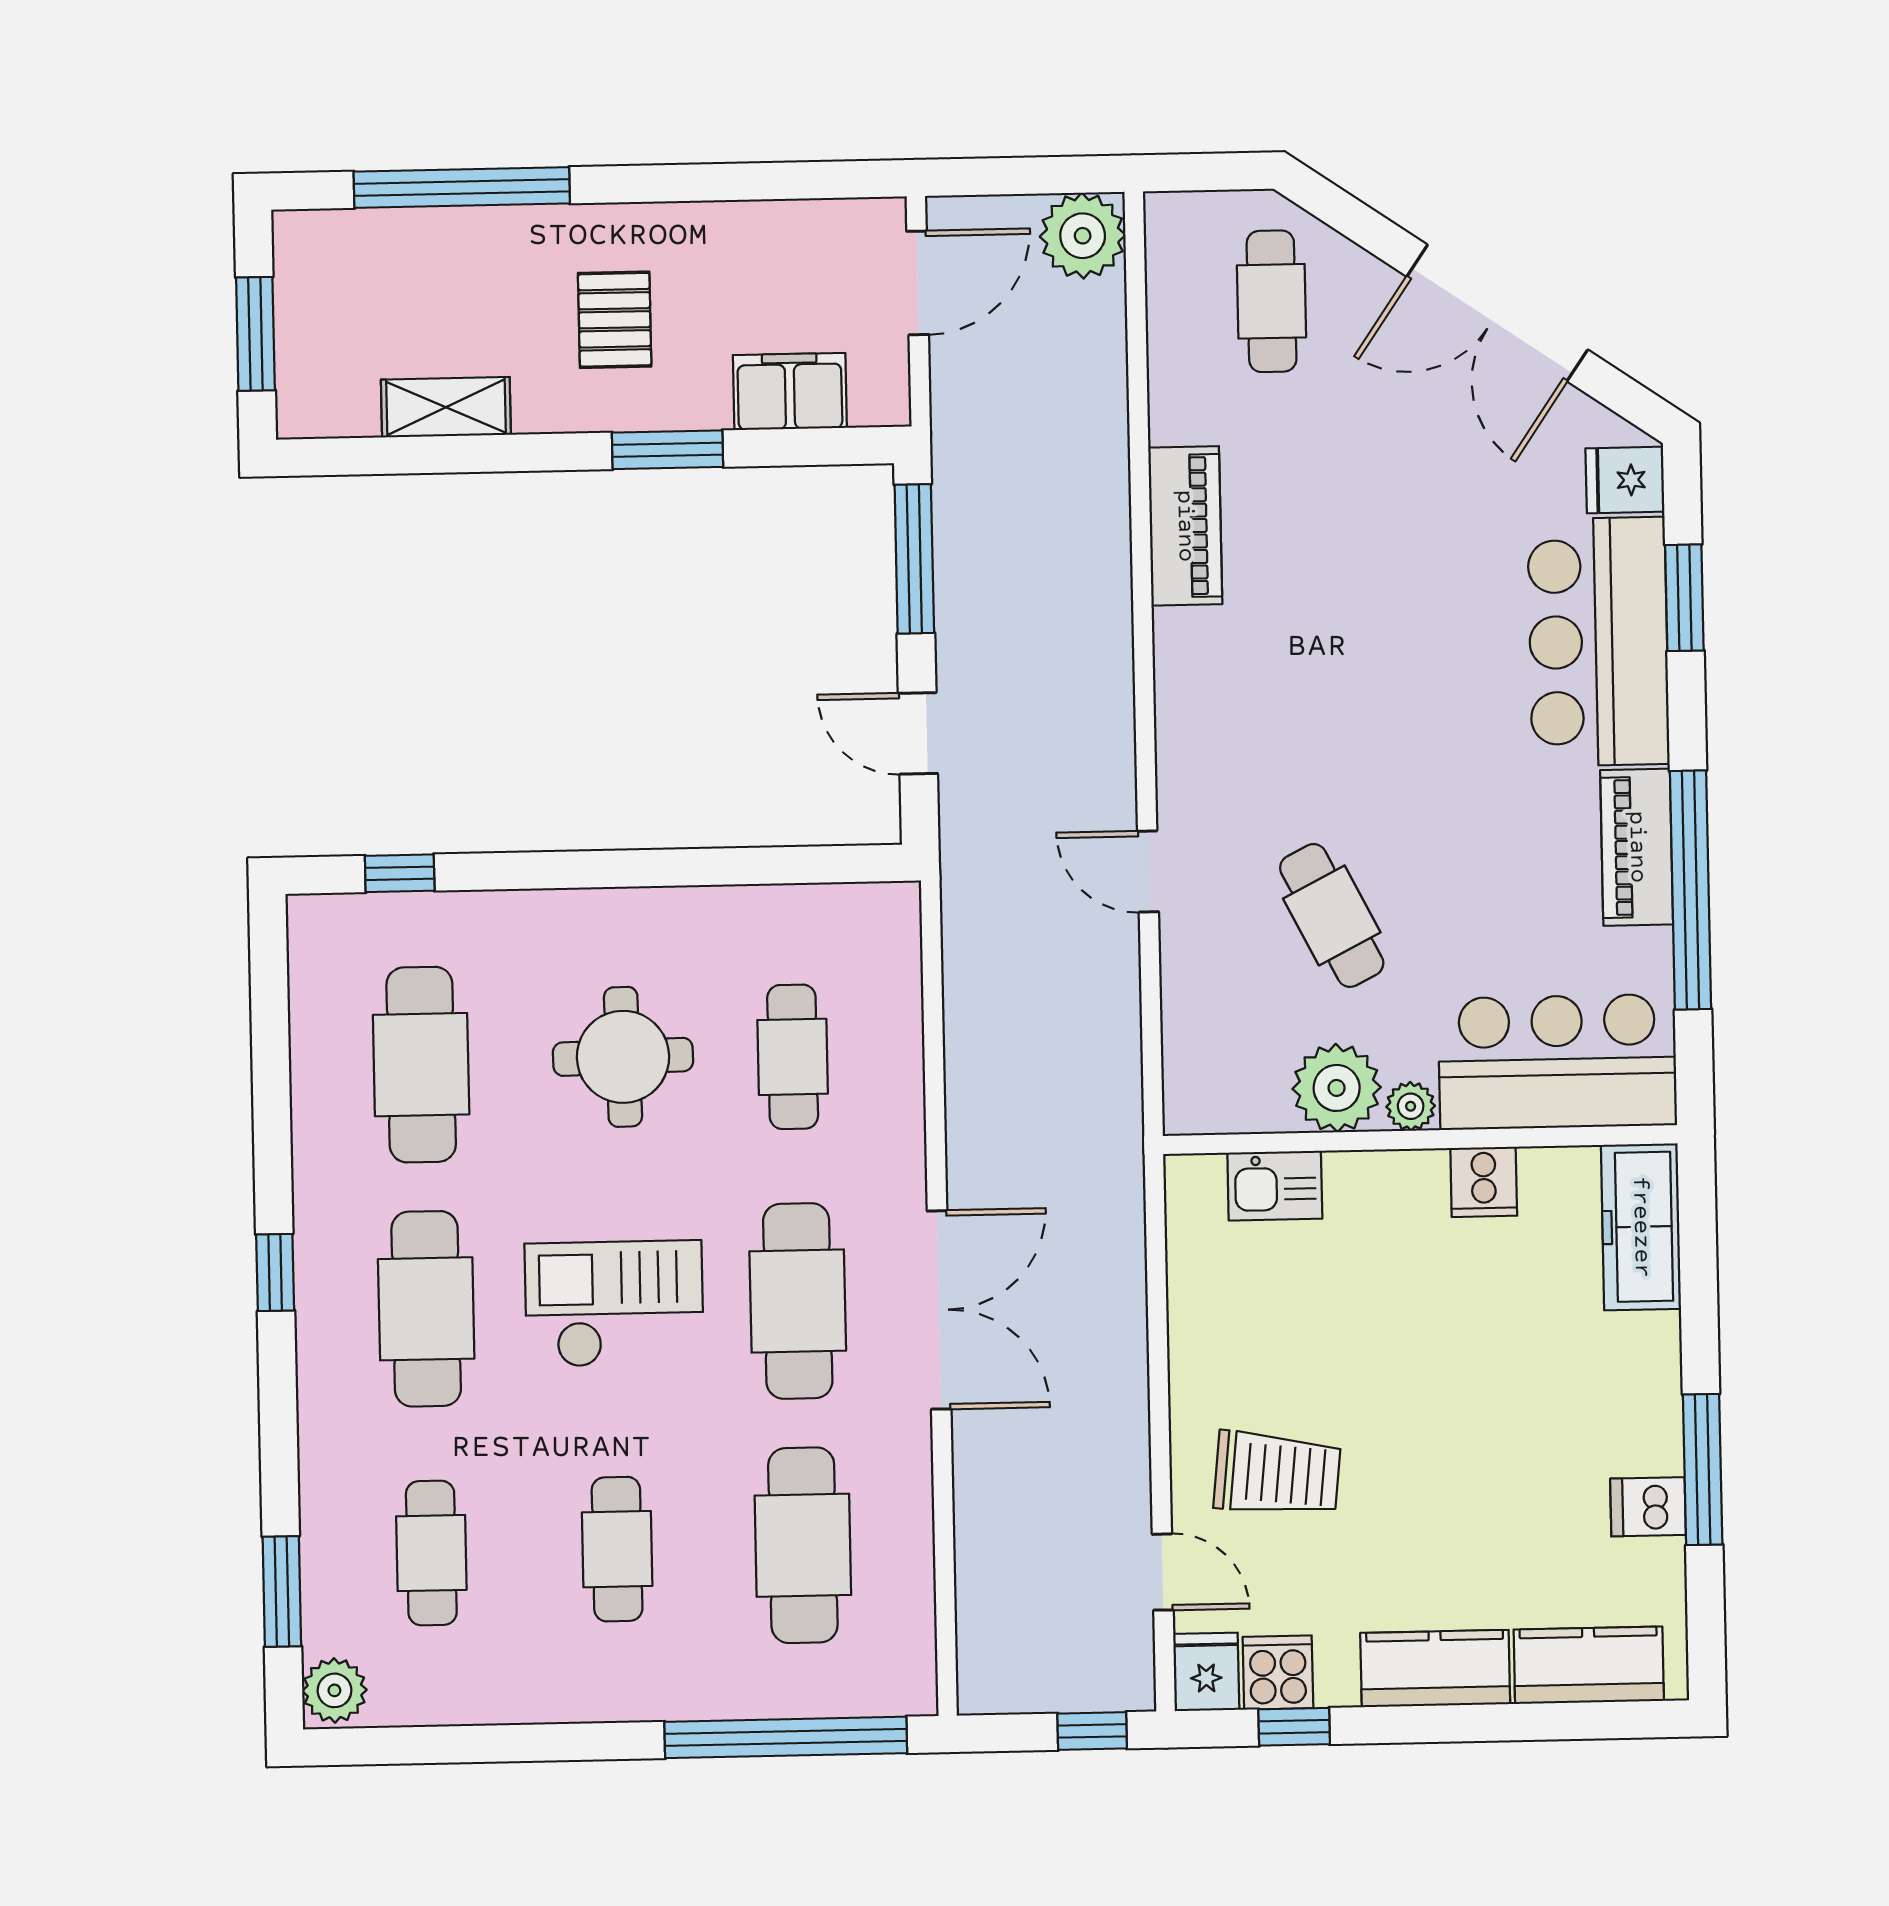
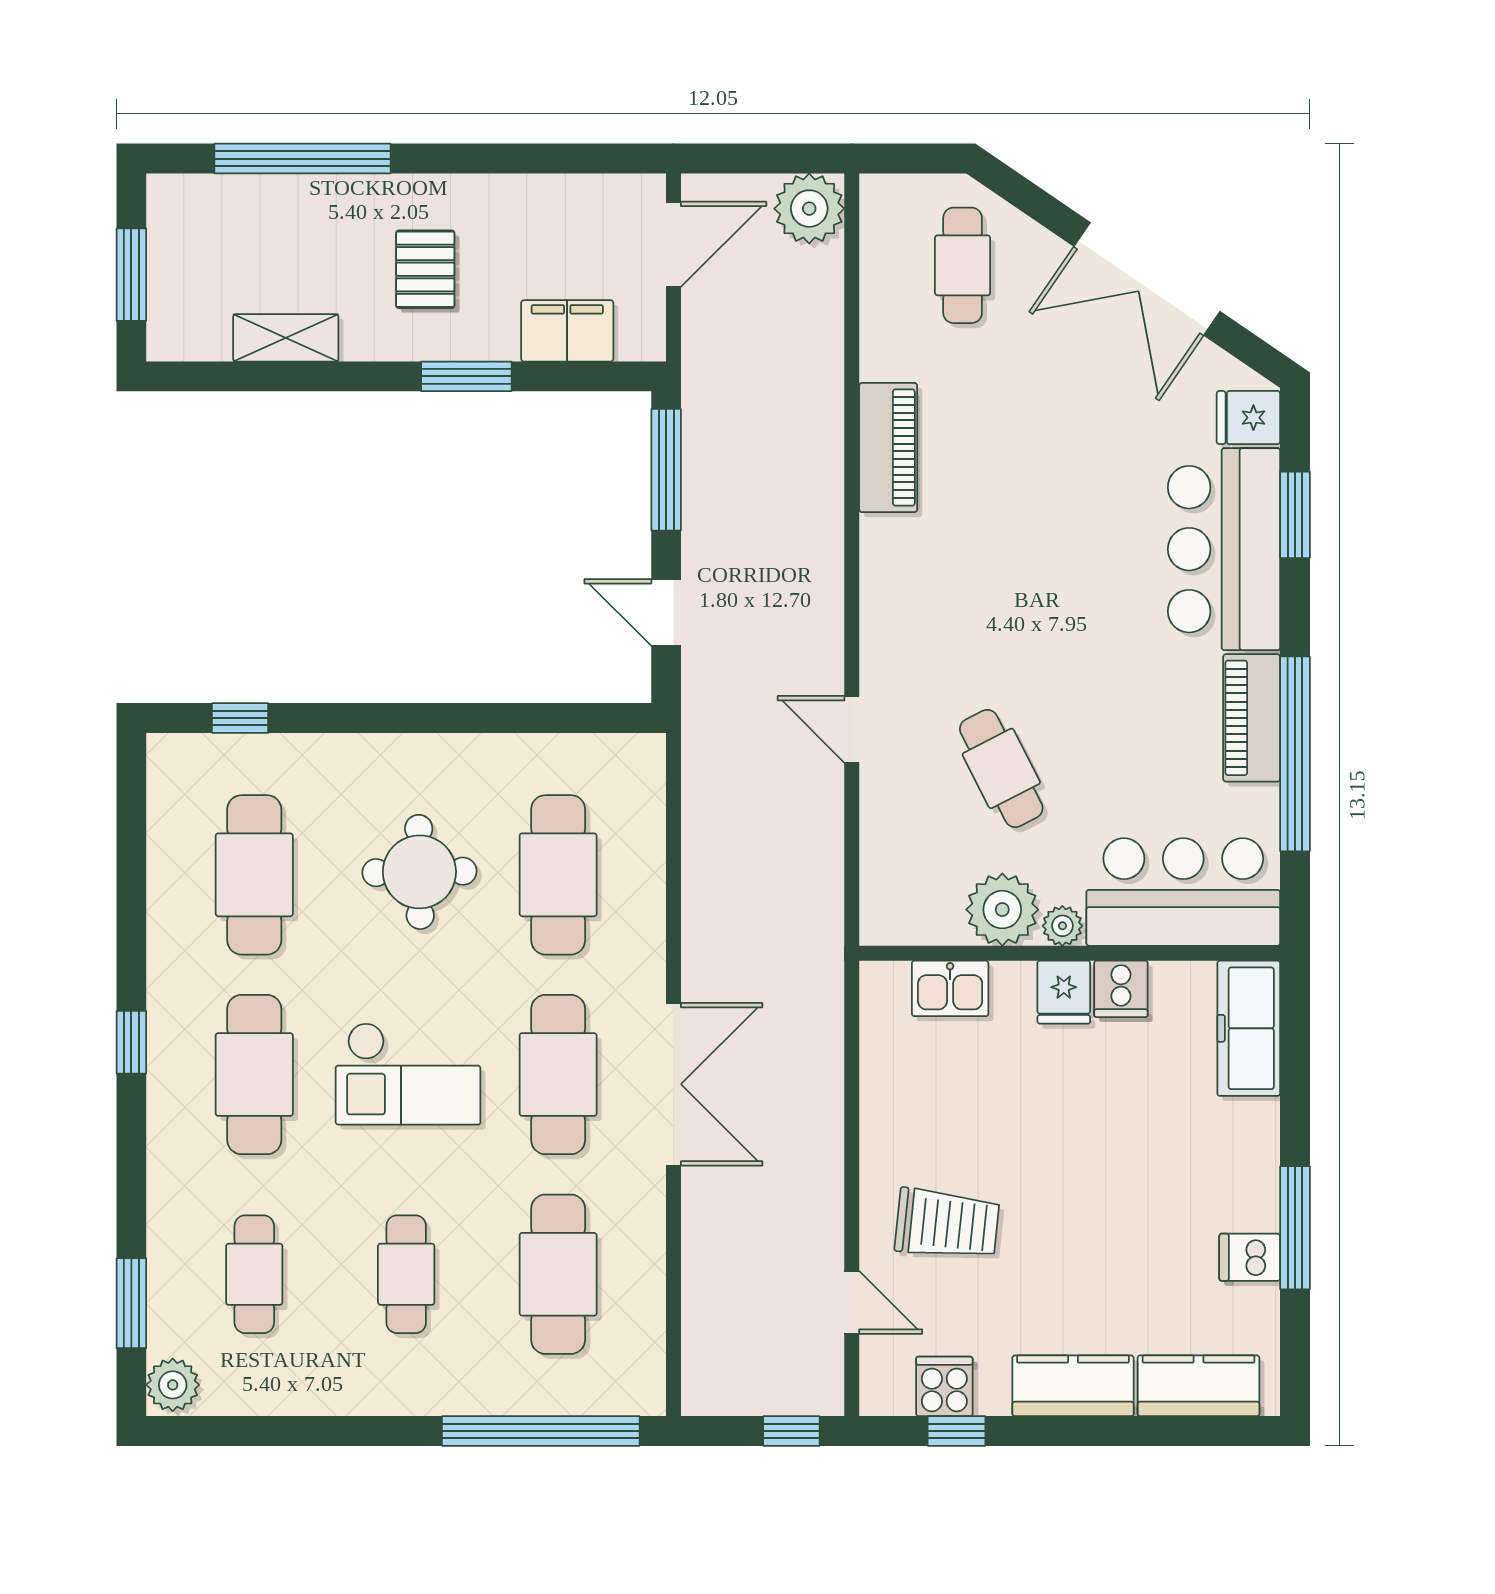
cafe table: (793, 1057) -> (558, 875), width x1.37, depth x1.35
checkout: (614, 1304) -> (408, 1074), turned 180
fridge: (1206, 1672) -> (1064, 992), moved, turned 180

